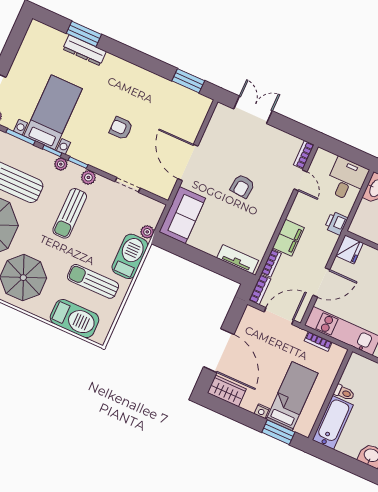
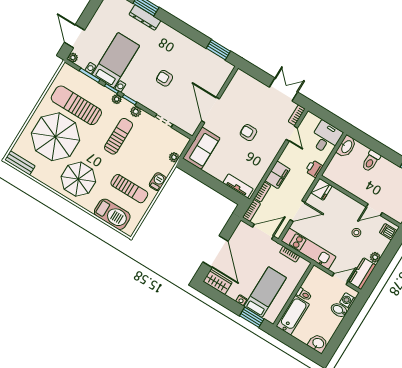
double door: (253, 110) -> (284, 90), moved
armchair: (242, 186) -> (248, 133), turned 85
sun lounger: (70, 213) -> (119, 136), turned 180
barbecue: (130, 256) -> (158, 182), width x0.53, depth x0.65
sun lounger: (93, 281) -> (129, 189), turned 180

